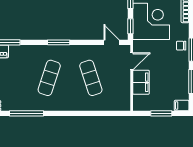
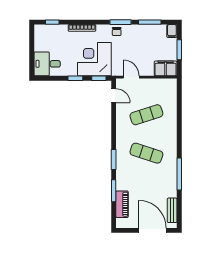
window: (59, 42) -> (114, 159), moved
door: (111, 42) -> (114, 96), swing flipped
filing cabinet: (141, 82) -> (166, 68), moved

